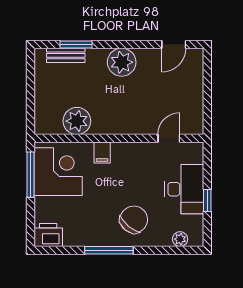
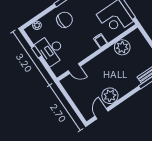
plant: (122, 62) -> (110, 96), moved
door: (169, 138) -> (74, 68), hinge flipped
chair: (134, 220) -> (65, 20), turned -129

